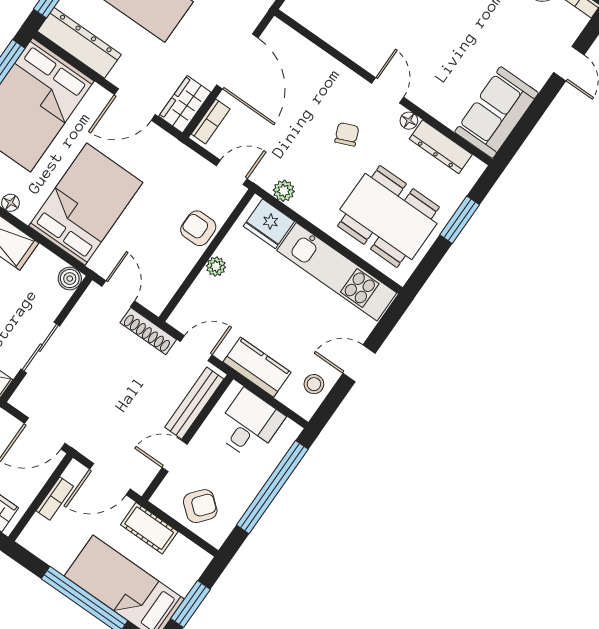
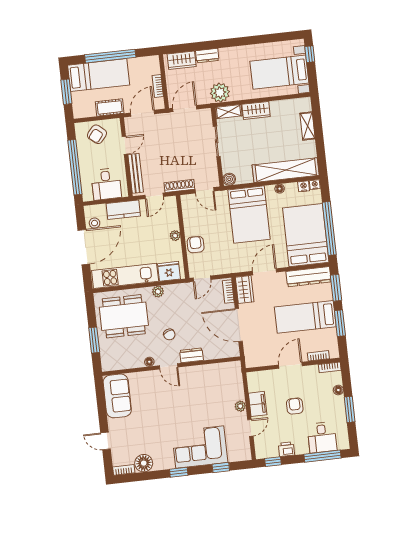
dresser: (441, 147) -> (192, 355), moved, width x0.70
plant: (284, 191) -> (158, 292), moved
armchair: (198, 228) -> (196, 245), turned -90
door: (359, 363) -> (84, 247), width x1.88

